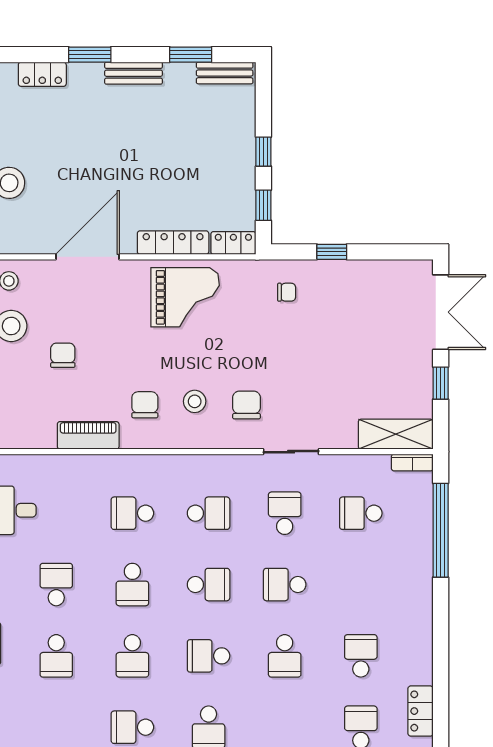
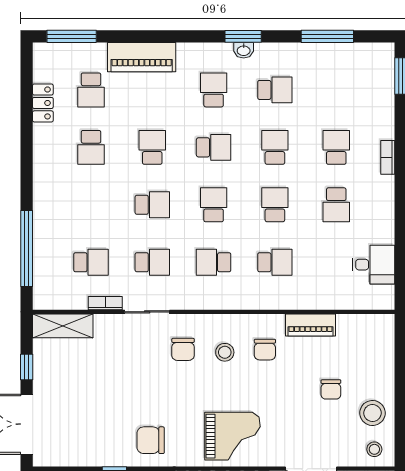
chair: (287, 292) -> (151, 440), width x1.87, depth x1.87
grand piano: (185, 297) -> (232, 436), turned 180
bookcase: (412, 463) -> (105, 303), moved
school desk: (285, 513) -> (152, 262), turned -90
school desk: (209, 585) -> (214, 205), turned 90

